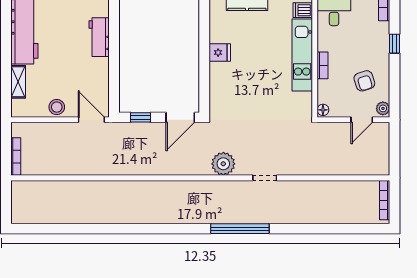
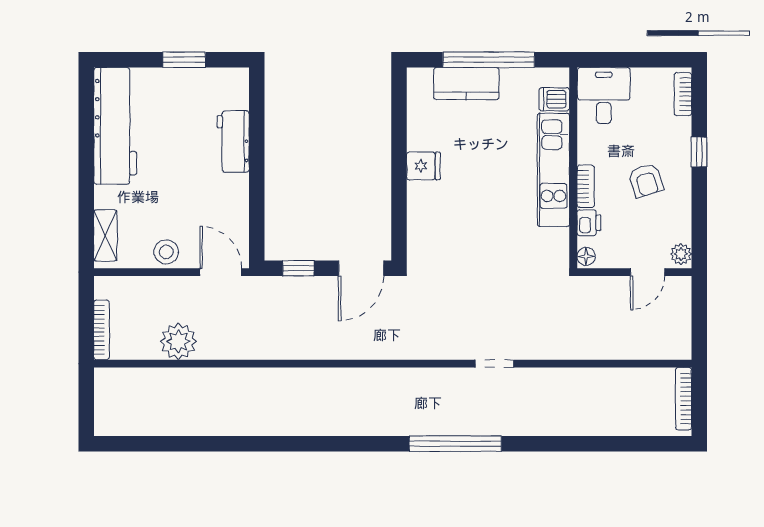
armchair: (364, 81) -> (646, 180), moved
shelving: (18, 82) -> (105, 235), moved
printer: (325, 89) -> (589, 223), added
plant: (223, 164) -> (178, 341), moved

